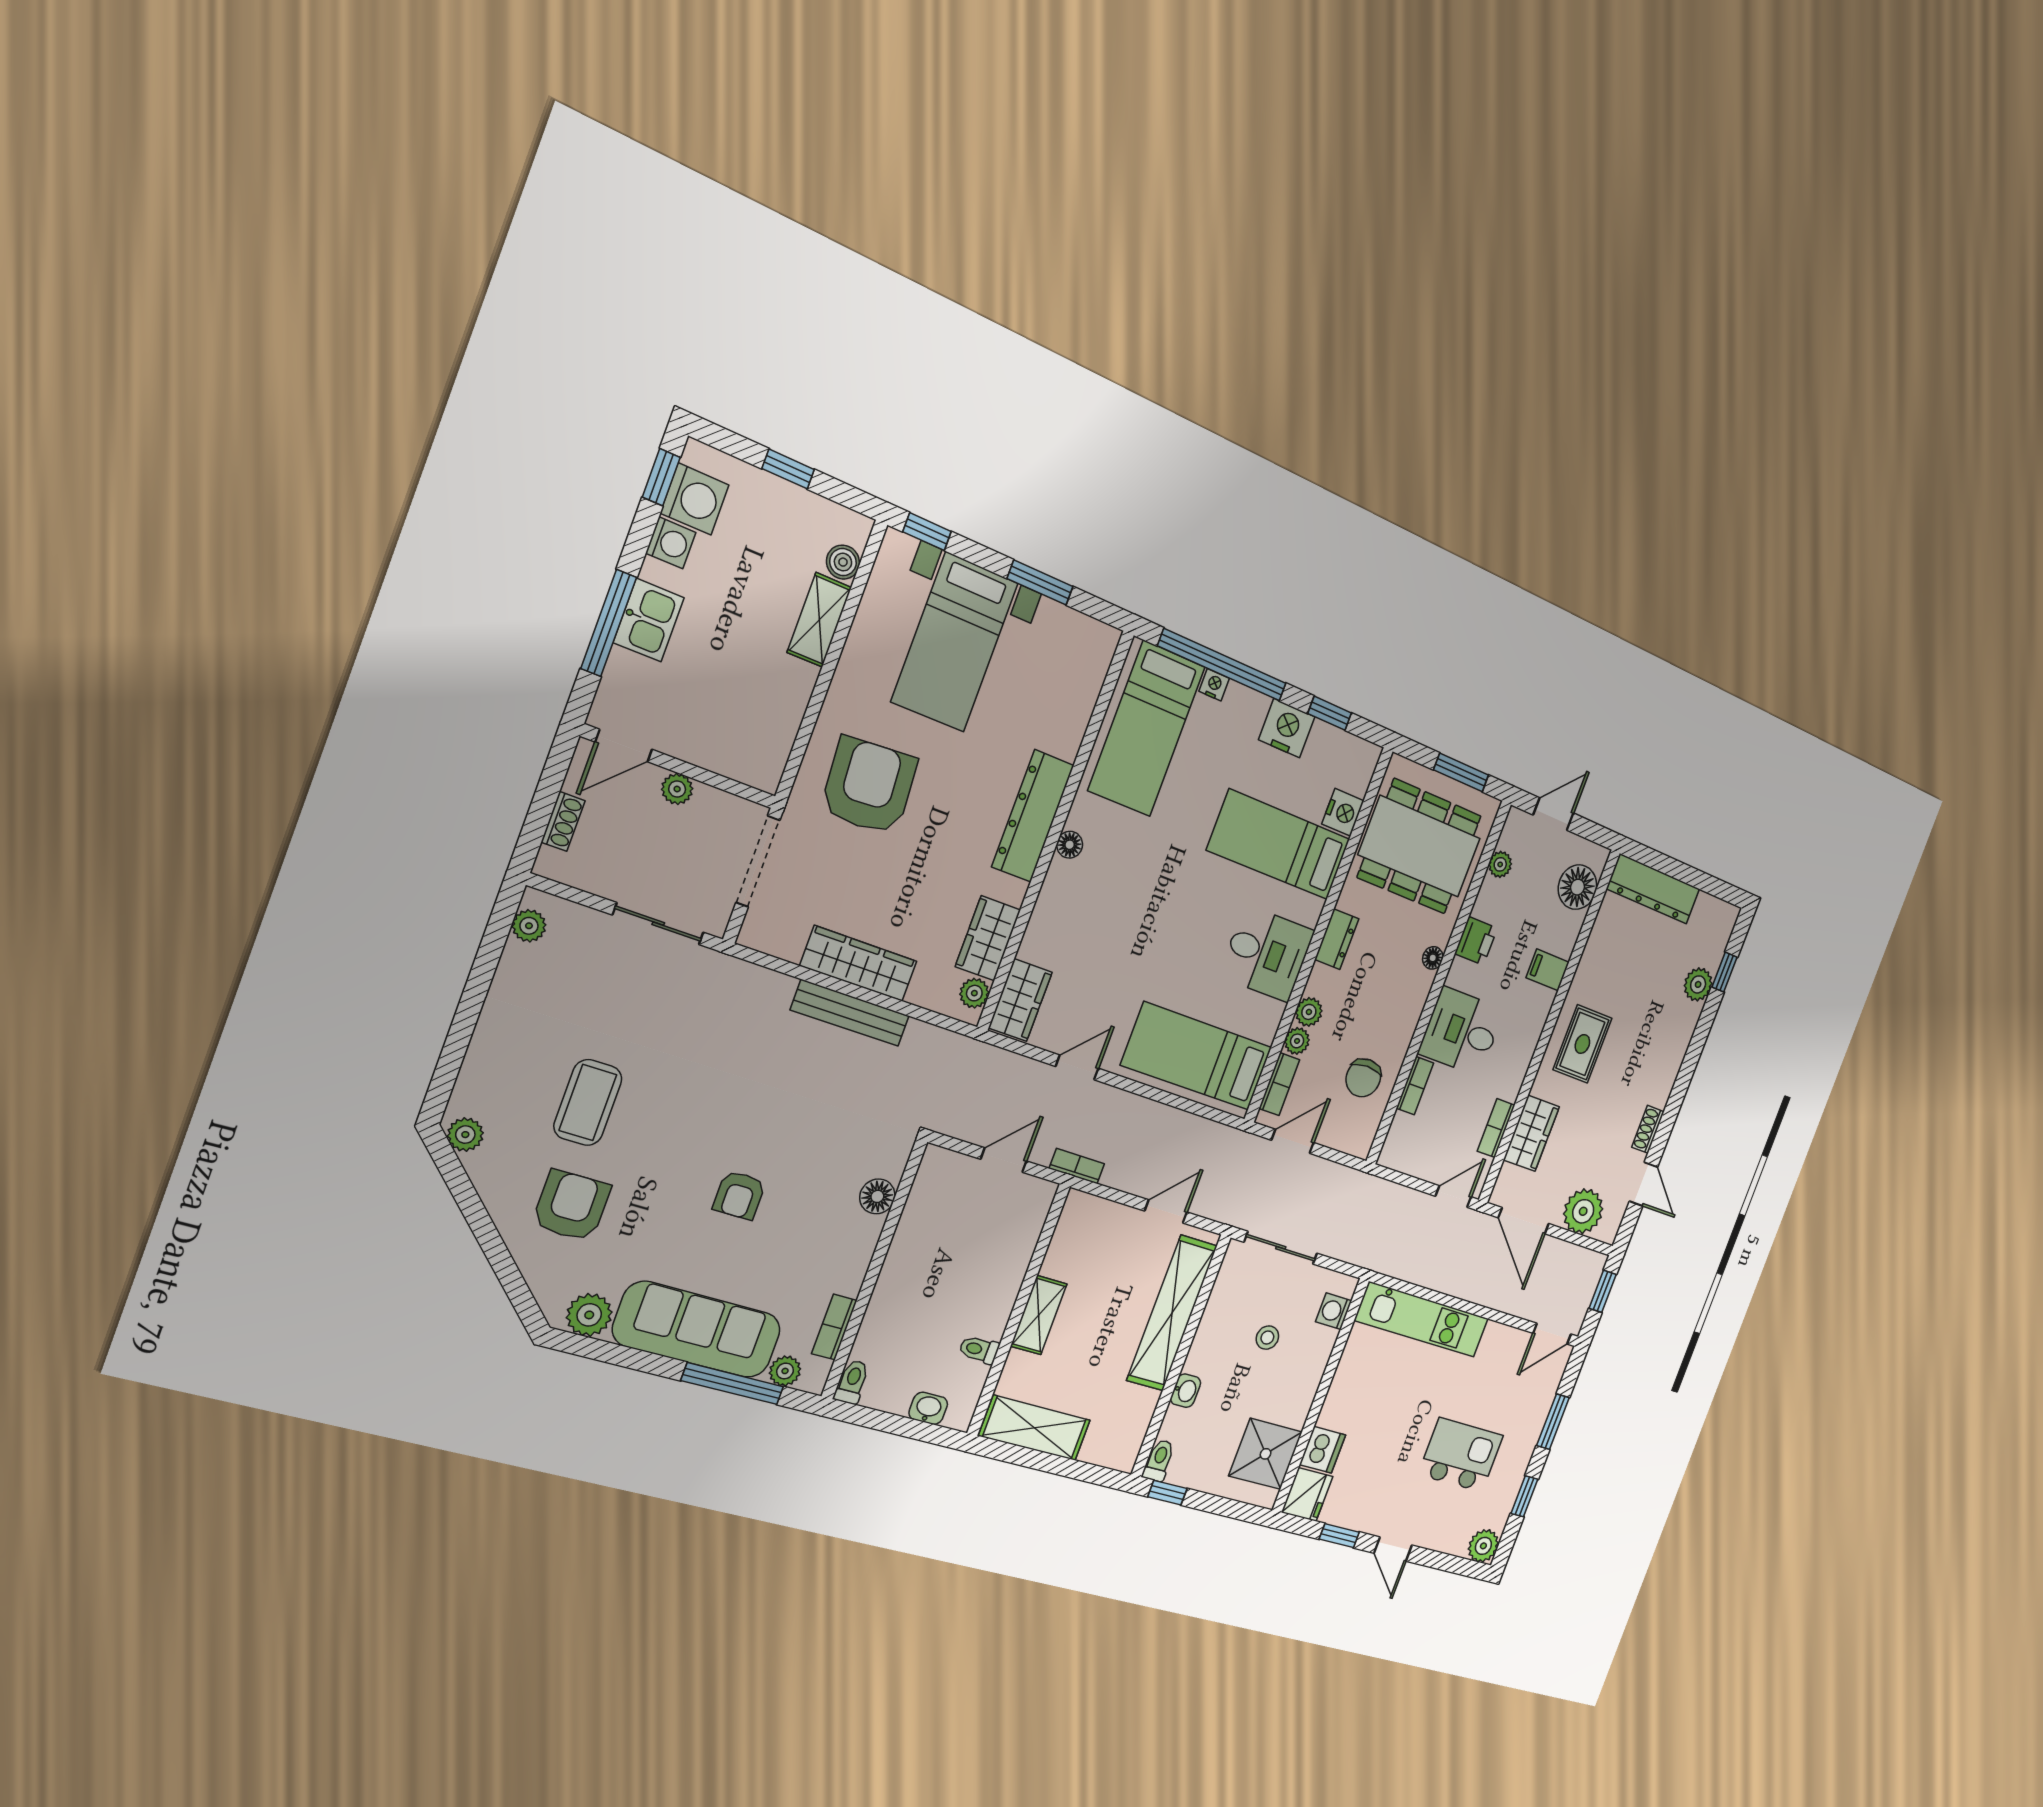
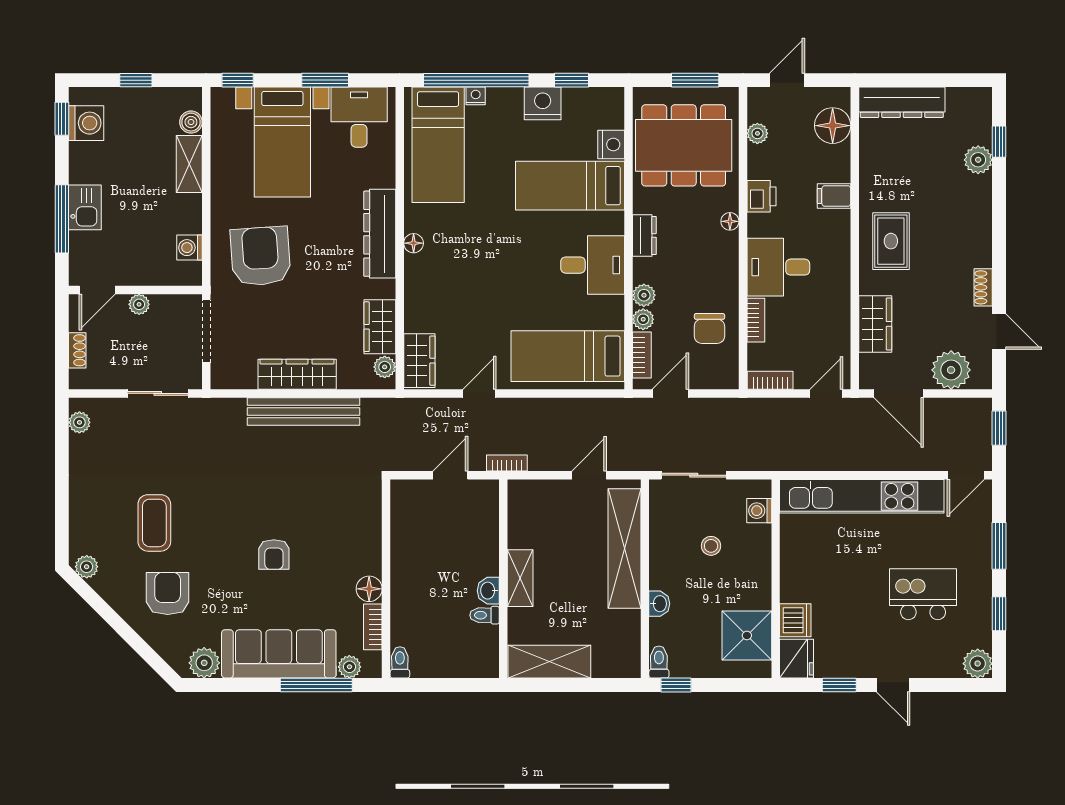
washing machine: (671, 543) -> (190, 248), moved, turned 180
desk: (1064, 651) -> (359, 117), added
bench: (850, 1013) -> (304, 412), width x1.37, depth x1.21
bookcase: (1496, 1128) -> (770, 380), moved, turned 90
floor lamp: (877, 1196) -> (369, 589), moved
kitchen unit: (1422, 1320) -> (862, 496), width x1.36
washbasin: (928, 1408) -> (488, 591), moved, turned -90

